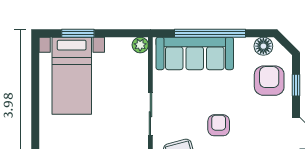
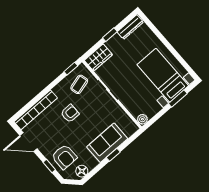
window: (210, 33) -> (113, 155), width x0.32
sofa: (195, 53) -> (107, 143), width x0.73
armchair: (219, 125) -> (70, 113), turned -90

